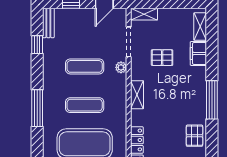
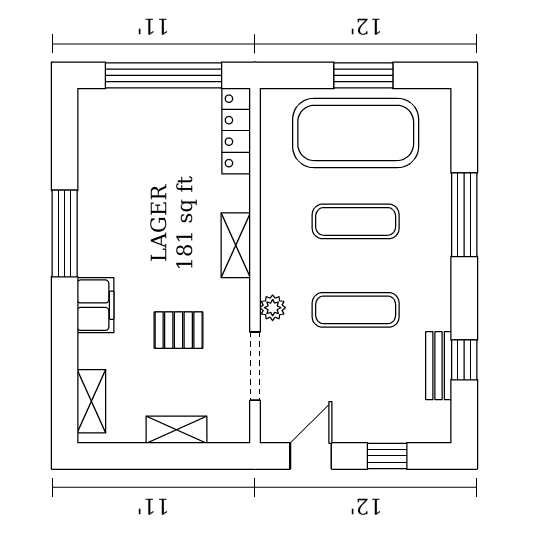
shelving: (144, 14) -> (176, 430), moved
bench: (48, 23) -> (439, 366), moved
filing cabinet: (198, 53) -> (96, 305), moved
pallet: (194, 136) -> (104, 152), removed

